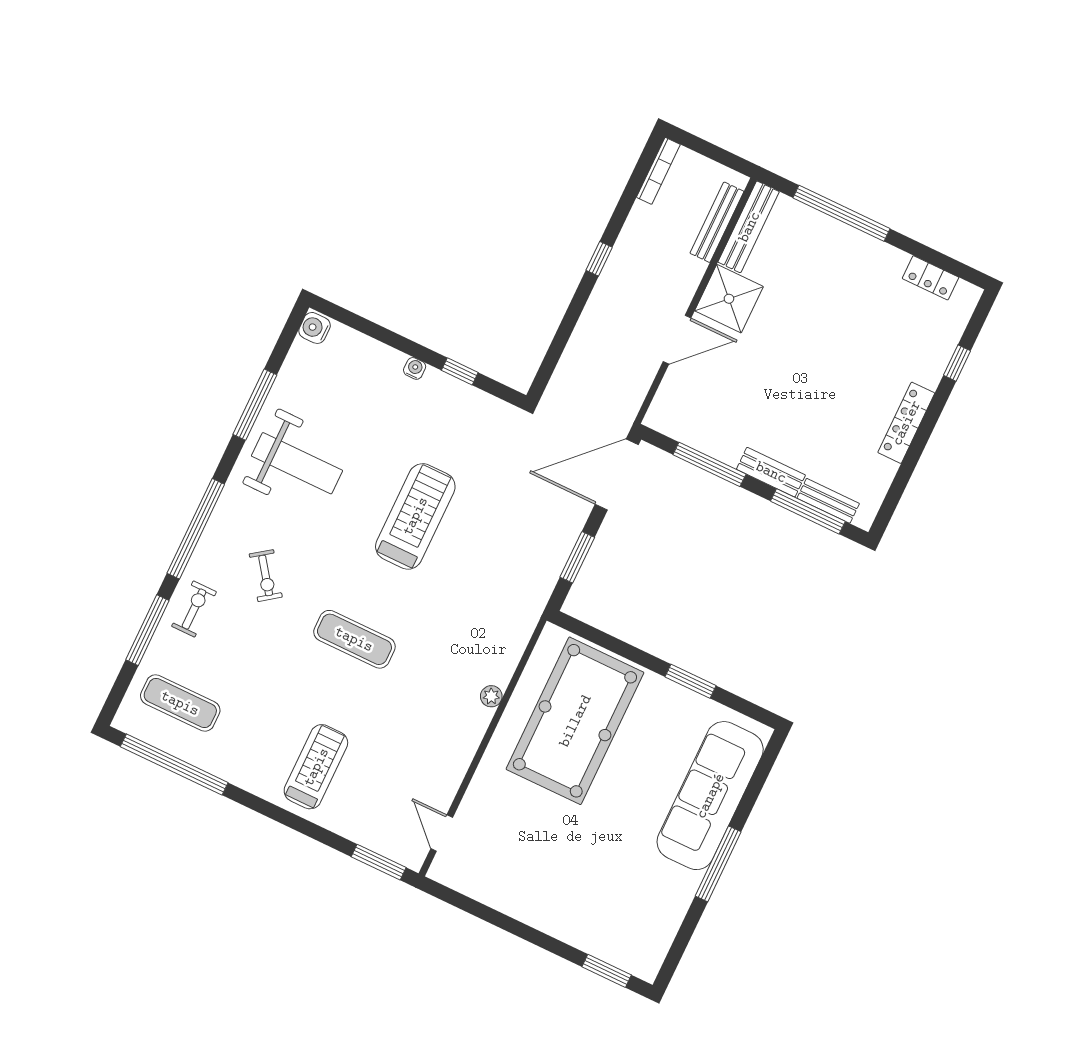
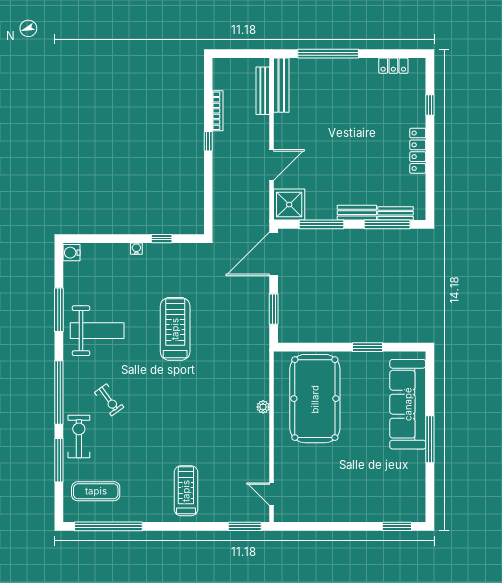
bookcase: (658, 171) -> (218, 111), moved
shower: (729, 299) -> (289, 205), moved
exercise bike: (194, 609) -> (79, 437), width x1.38, depth x1.39
exercise mat: (354, 639) -> (174, 411), removed

